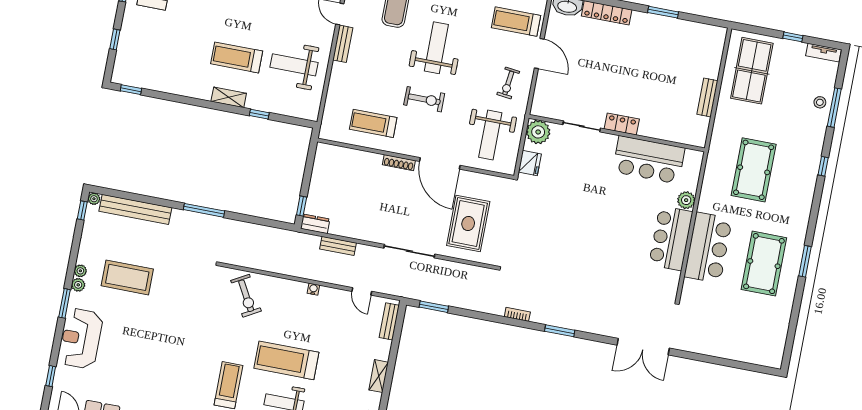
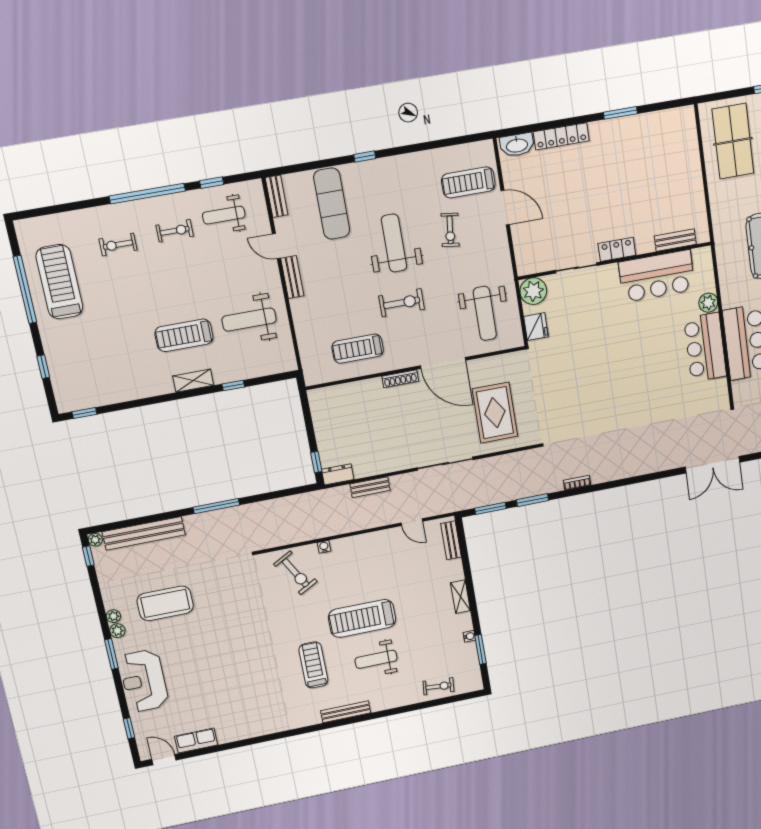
exercise bike: (508, 83) -> (450, 230), moved
bench: (707, 97) -> (675, 240), moved, turned 90
water cooler: (313, 289) -> (324, 547), moved
window: (560, 331) -> (532, 500), moved

